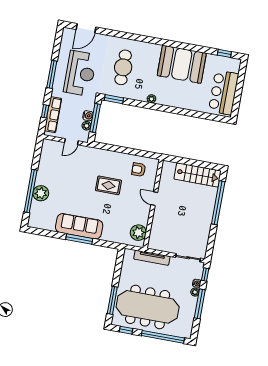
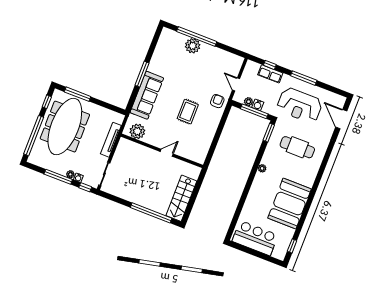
row of seats: (53, 115) -> (270, 74), width x0.68
armchair: (139, 170) -> (217, 101), moved
sofa: (79, 226) -> (147, 95), moved

